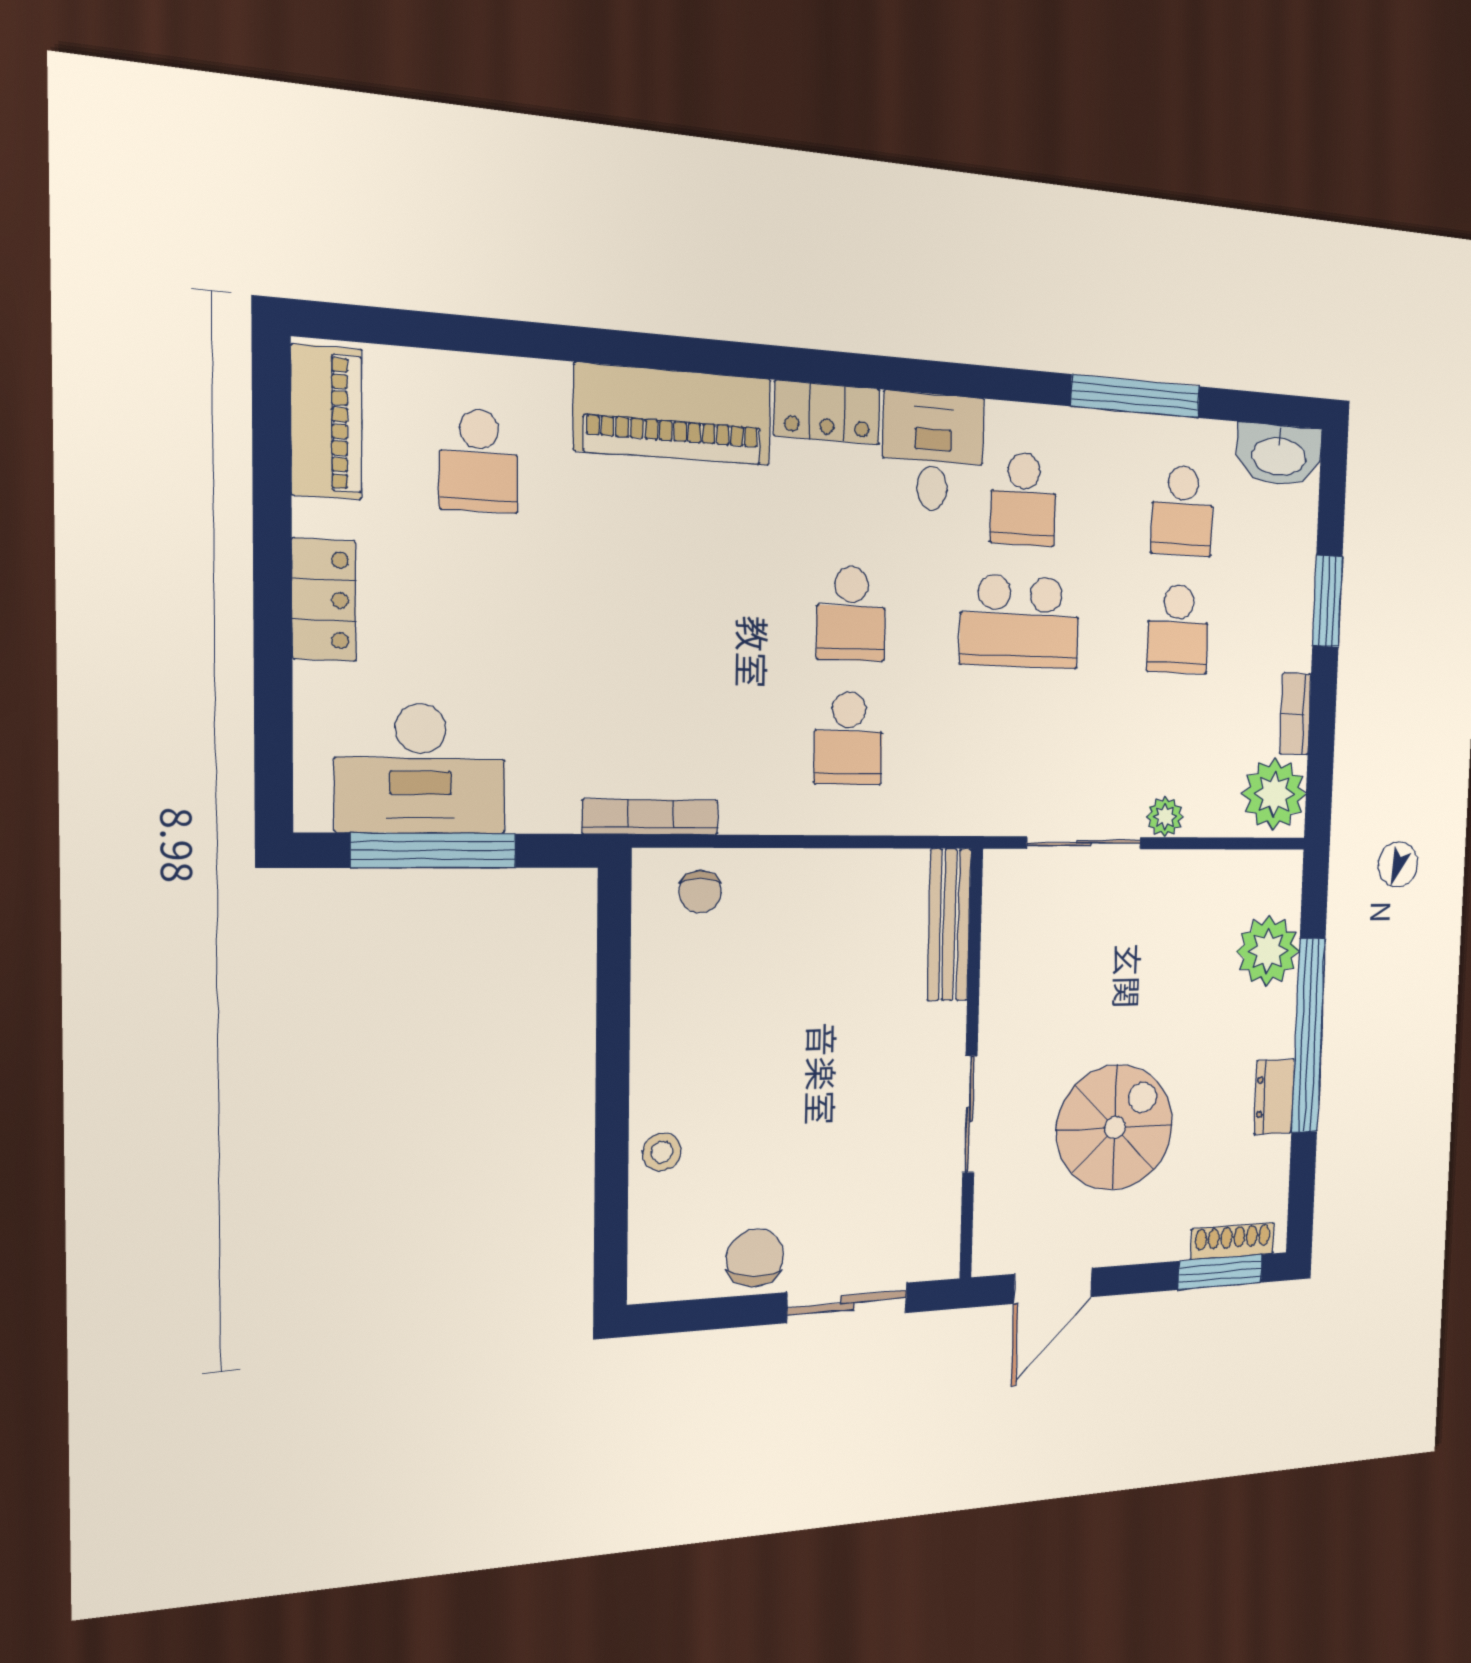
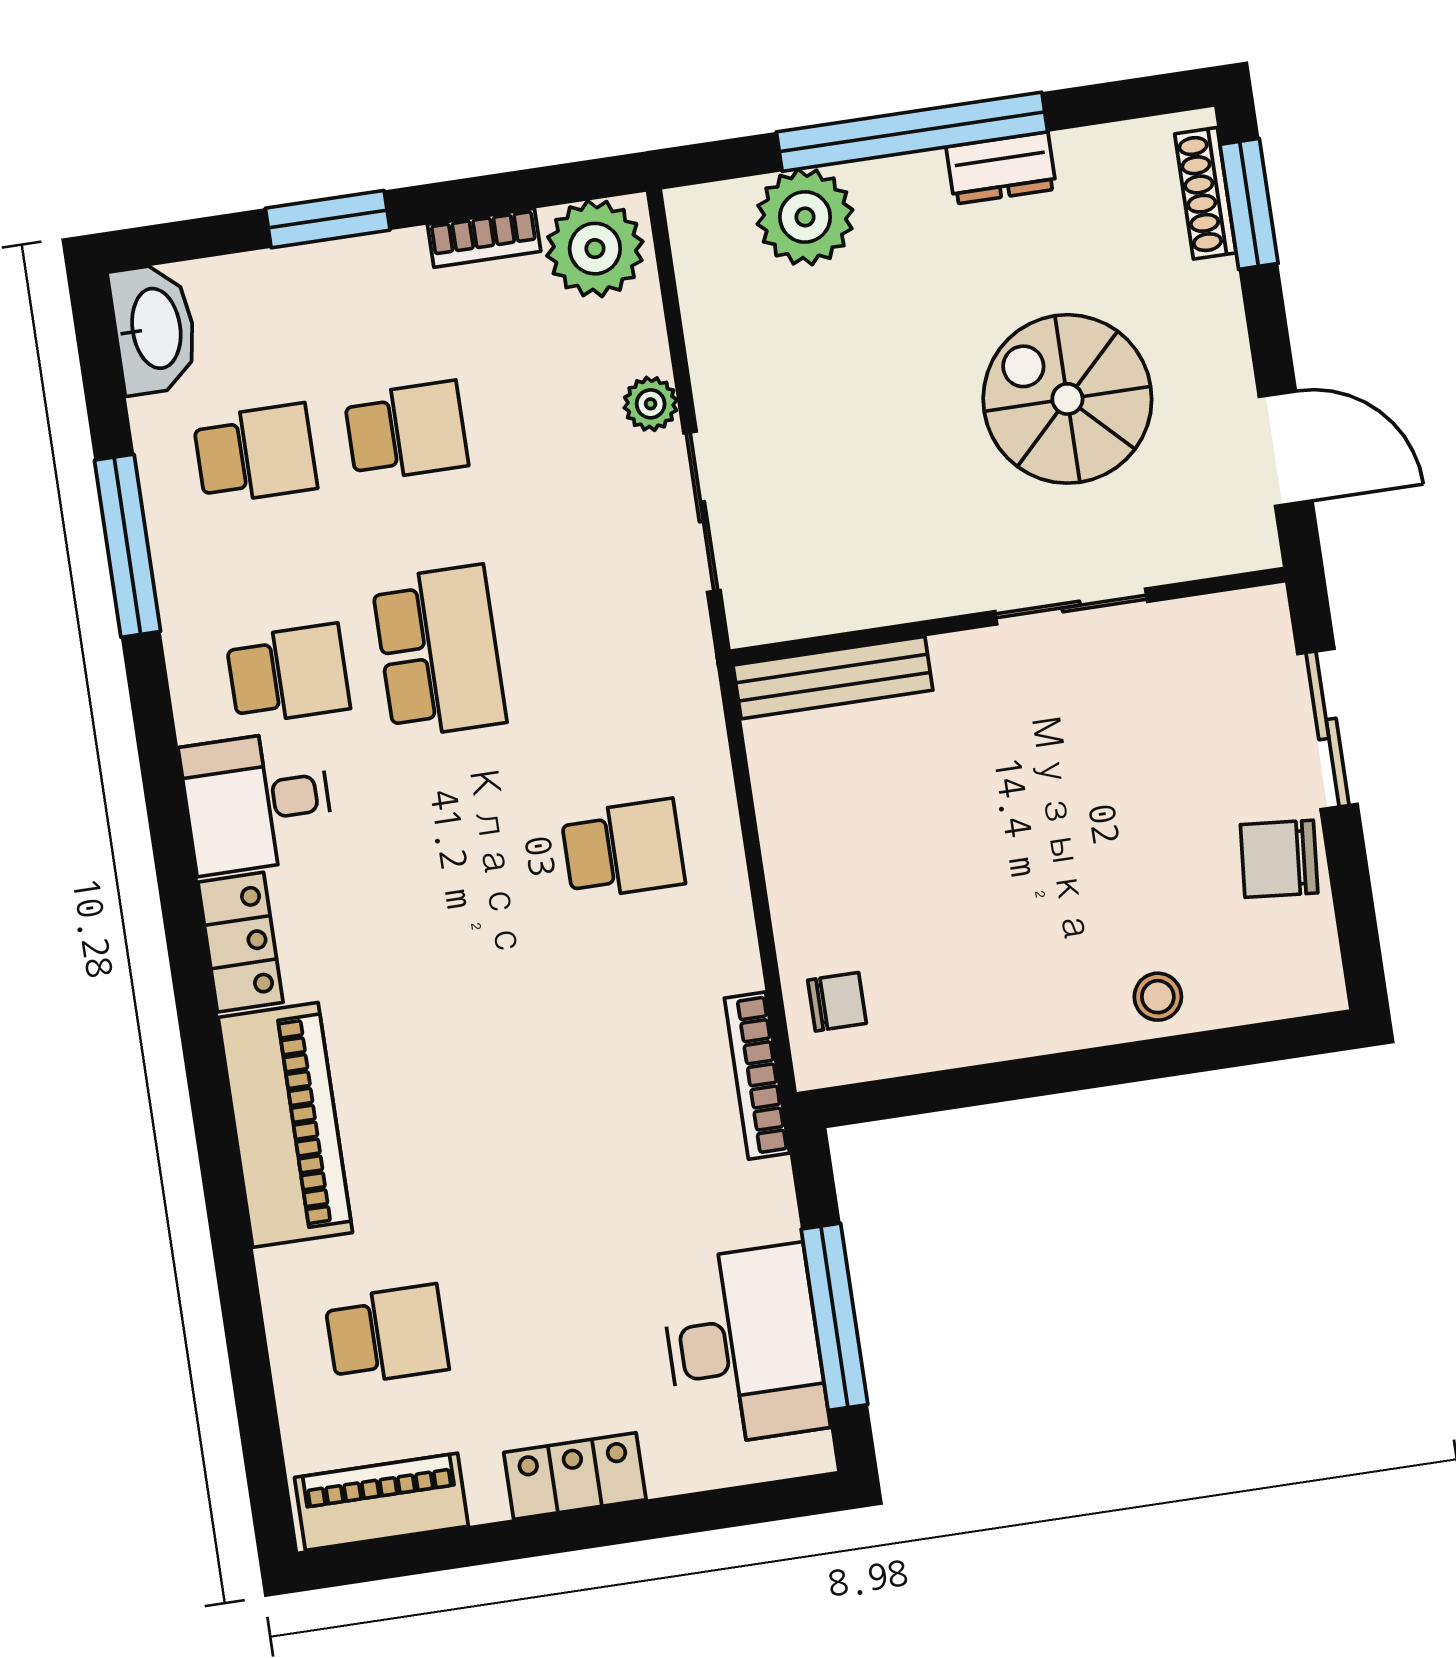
school desk: (851, 614) -> (472, 872), removed

